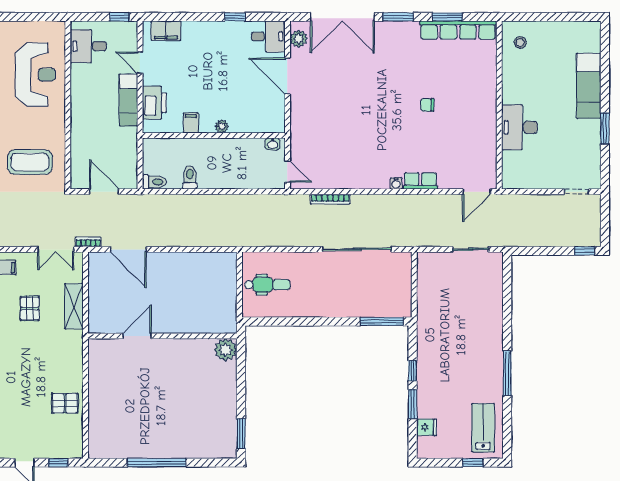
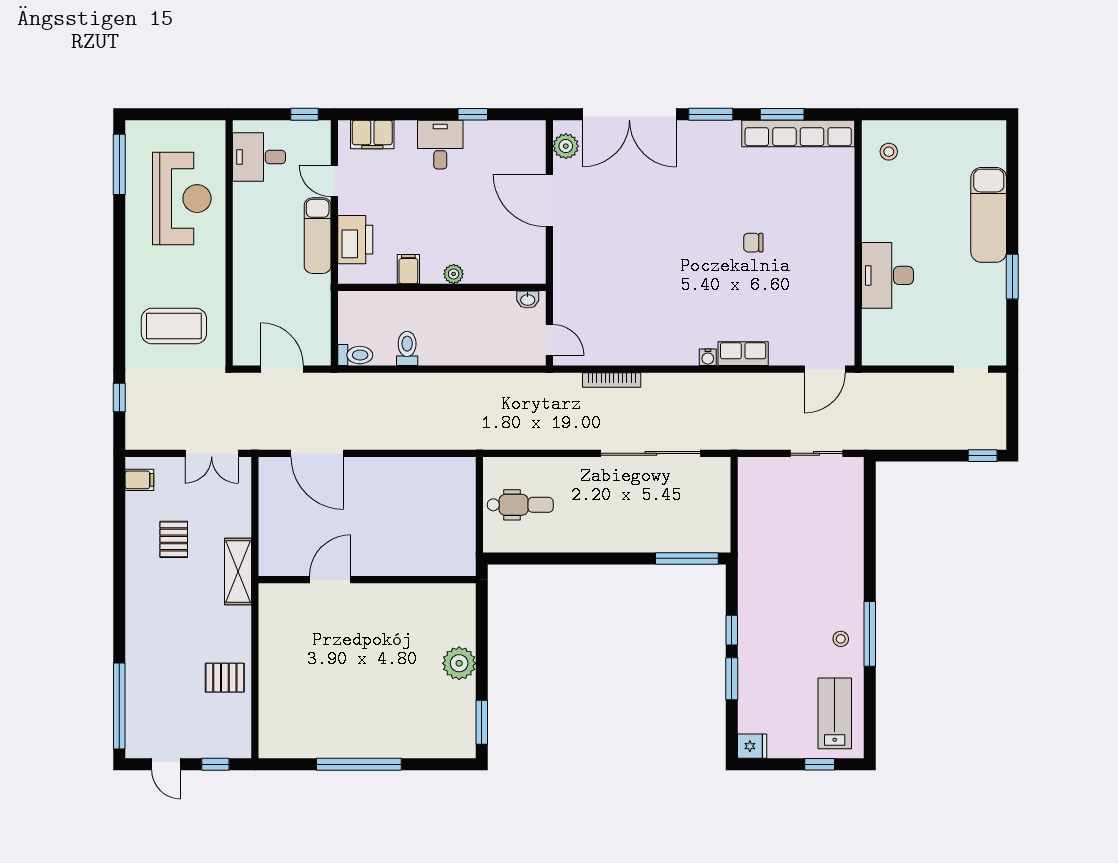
desk: (268, 36) -> (440, 145), moved, turned -90
bookcase: (88, 242) -> (259, 442), removed
shelving: (74, 306) -> (238, 572), moved
plant: (226, 350) -> (459, 663), moved
stool: (487, 377) -> (841, 639), added
fridge: (427, 427) -> (752, 746), moved

